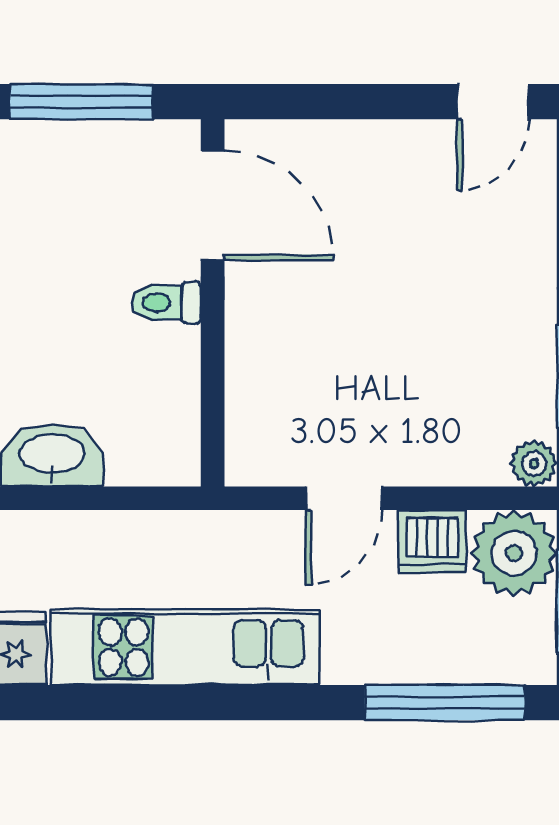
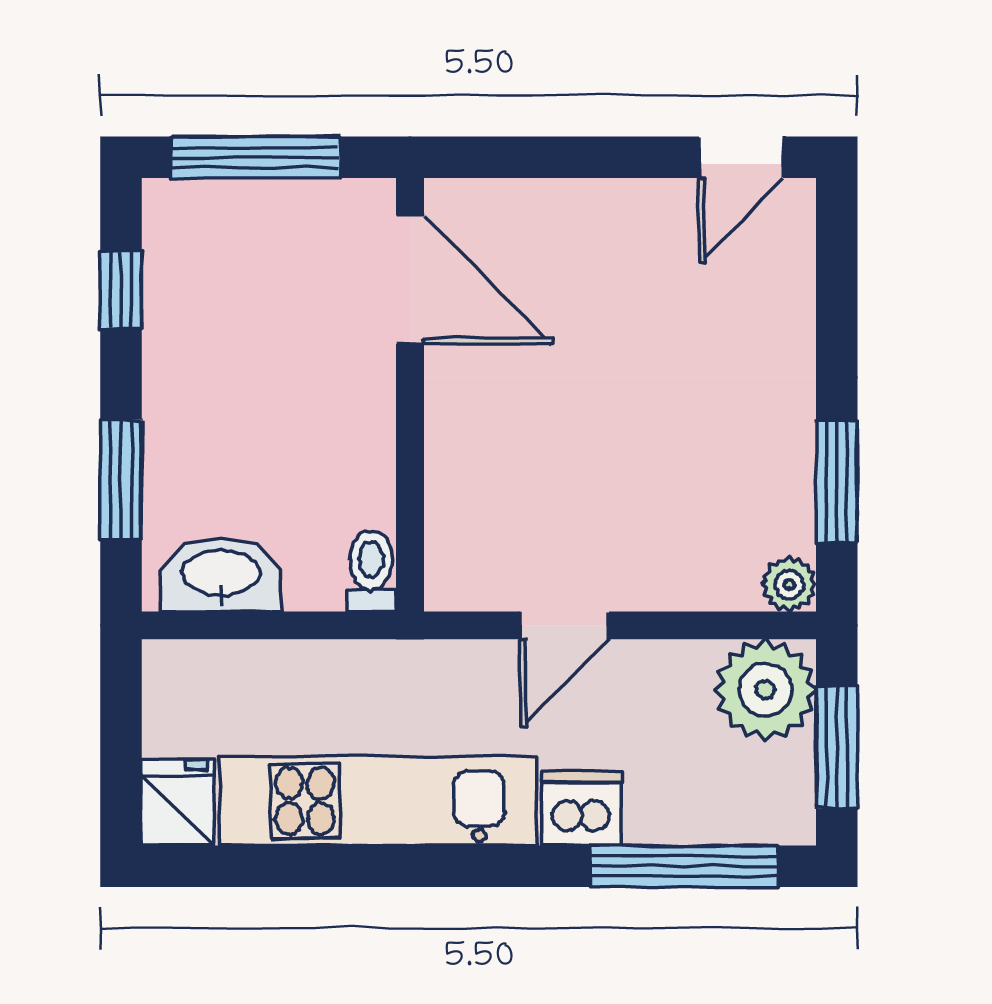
toilet: (166, 303) -> (371, 571), moved, turned 90
dishwasher: (432, 542) -> (582, 808), moved, turned 180

